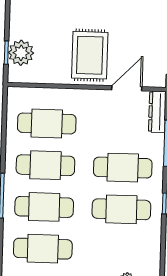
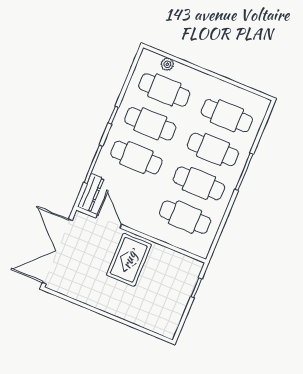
plant: (21, 53) -> (184, 283), removed
door: (127, 88) -> (109, 221), swing flipped
cafe table: (120, 251) -> (164, 90), added

